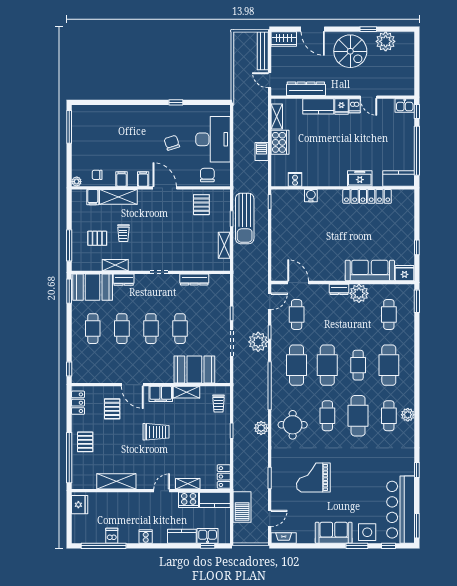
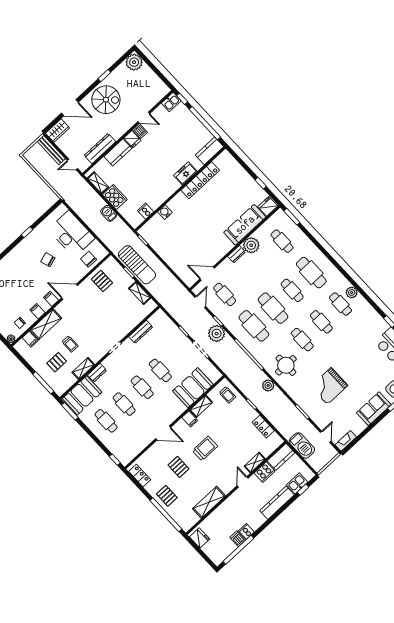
plant: (386, 41) -> (134, 62), moved
filing cabinet: (161, 394) -> (190, 419), width x0.50
pallet: (112, 409) -> (179, 467), moved
cafe table: (358, 416) -> (321, 322), width x0.73, depth x0.74
locker: (224, 477) -> (263, 427), moved
kitchen counter: (182, 536) -> (277, 503), width x1.50
cooker: (146, 537) -> (246, 531), moved

